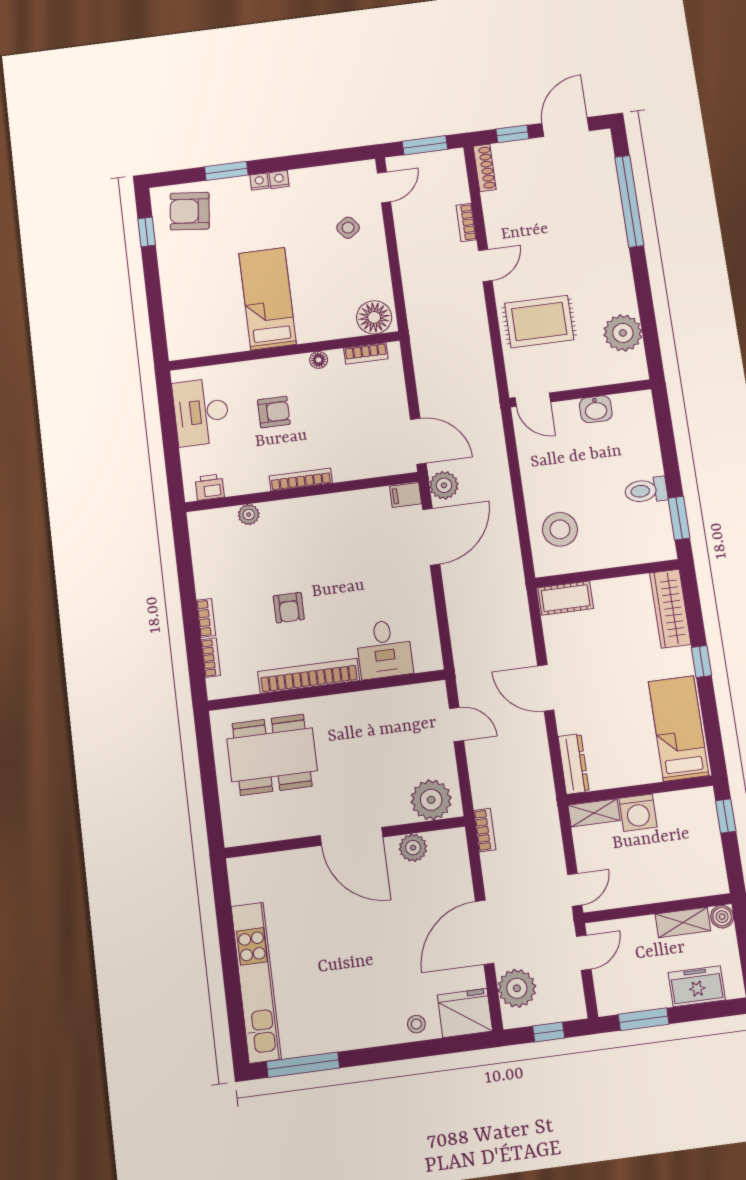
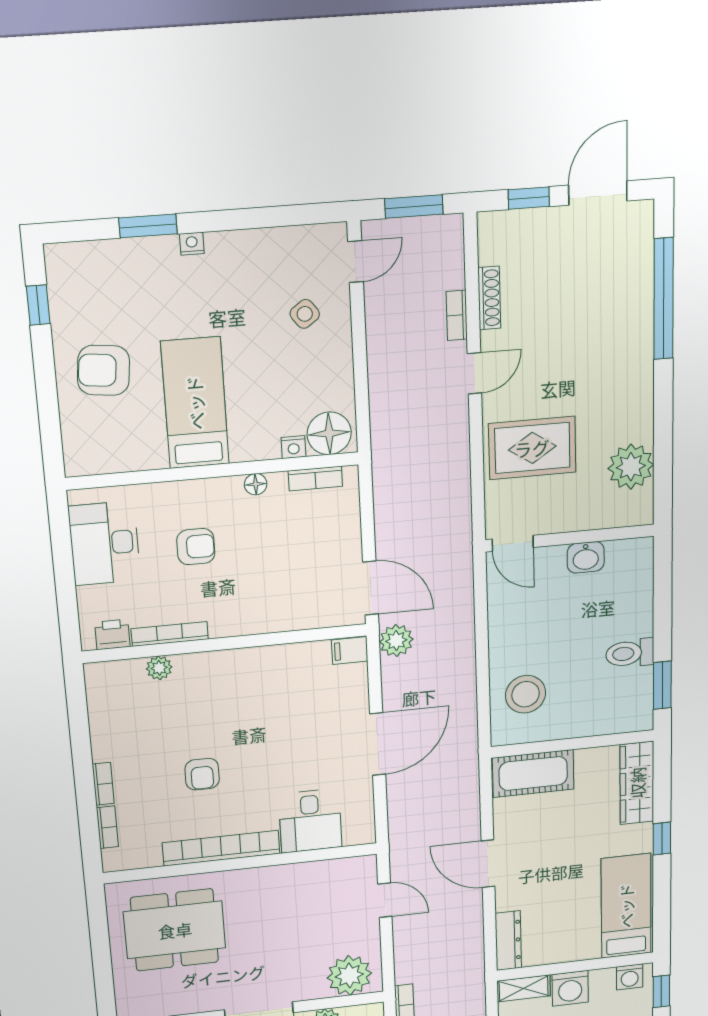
shoe rack: (485, 168) -> (489, 298), moved
nightstand: (279, 179) -> (294, 447), moved, turned 180
armchair: (190, 211) -> (104, 370), moved
bookcase: (301, 479) -> (170, 634), moved
door: (431, 537) -> (378, 744), moved
cot: (566, 598) -> (533, 774), width x1.37, depth x1.34
washing machine: (693, 801) -> (630, 977), added

